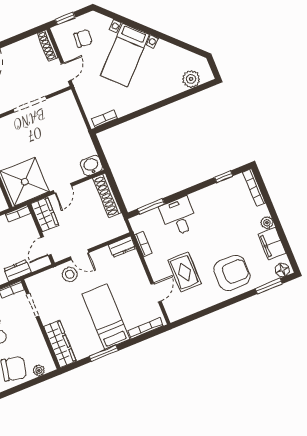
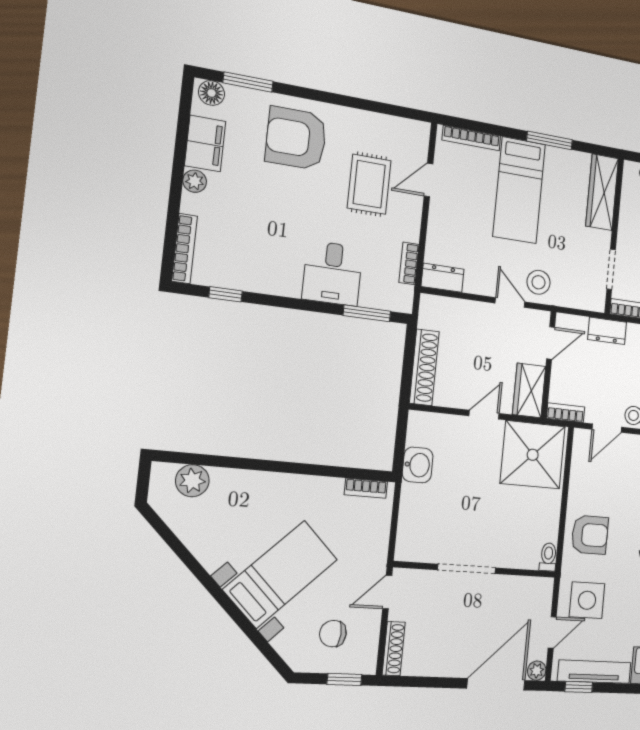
washbasin: (91, 166) -> (418, 465), moved, turned -90

